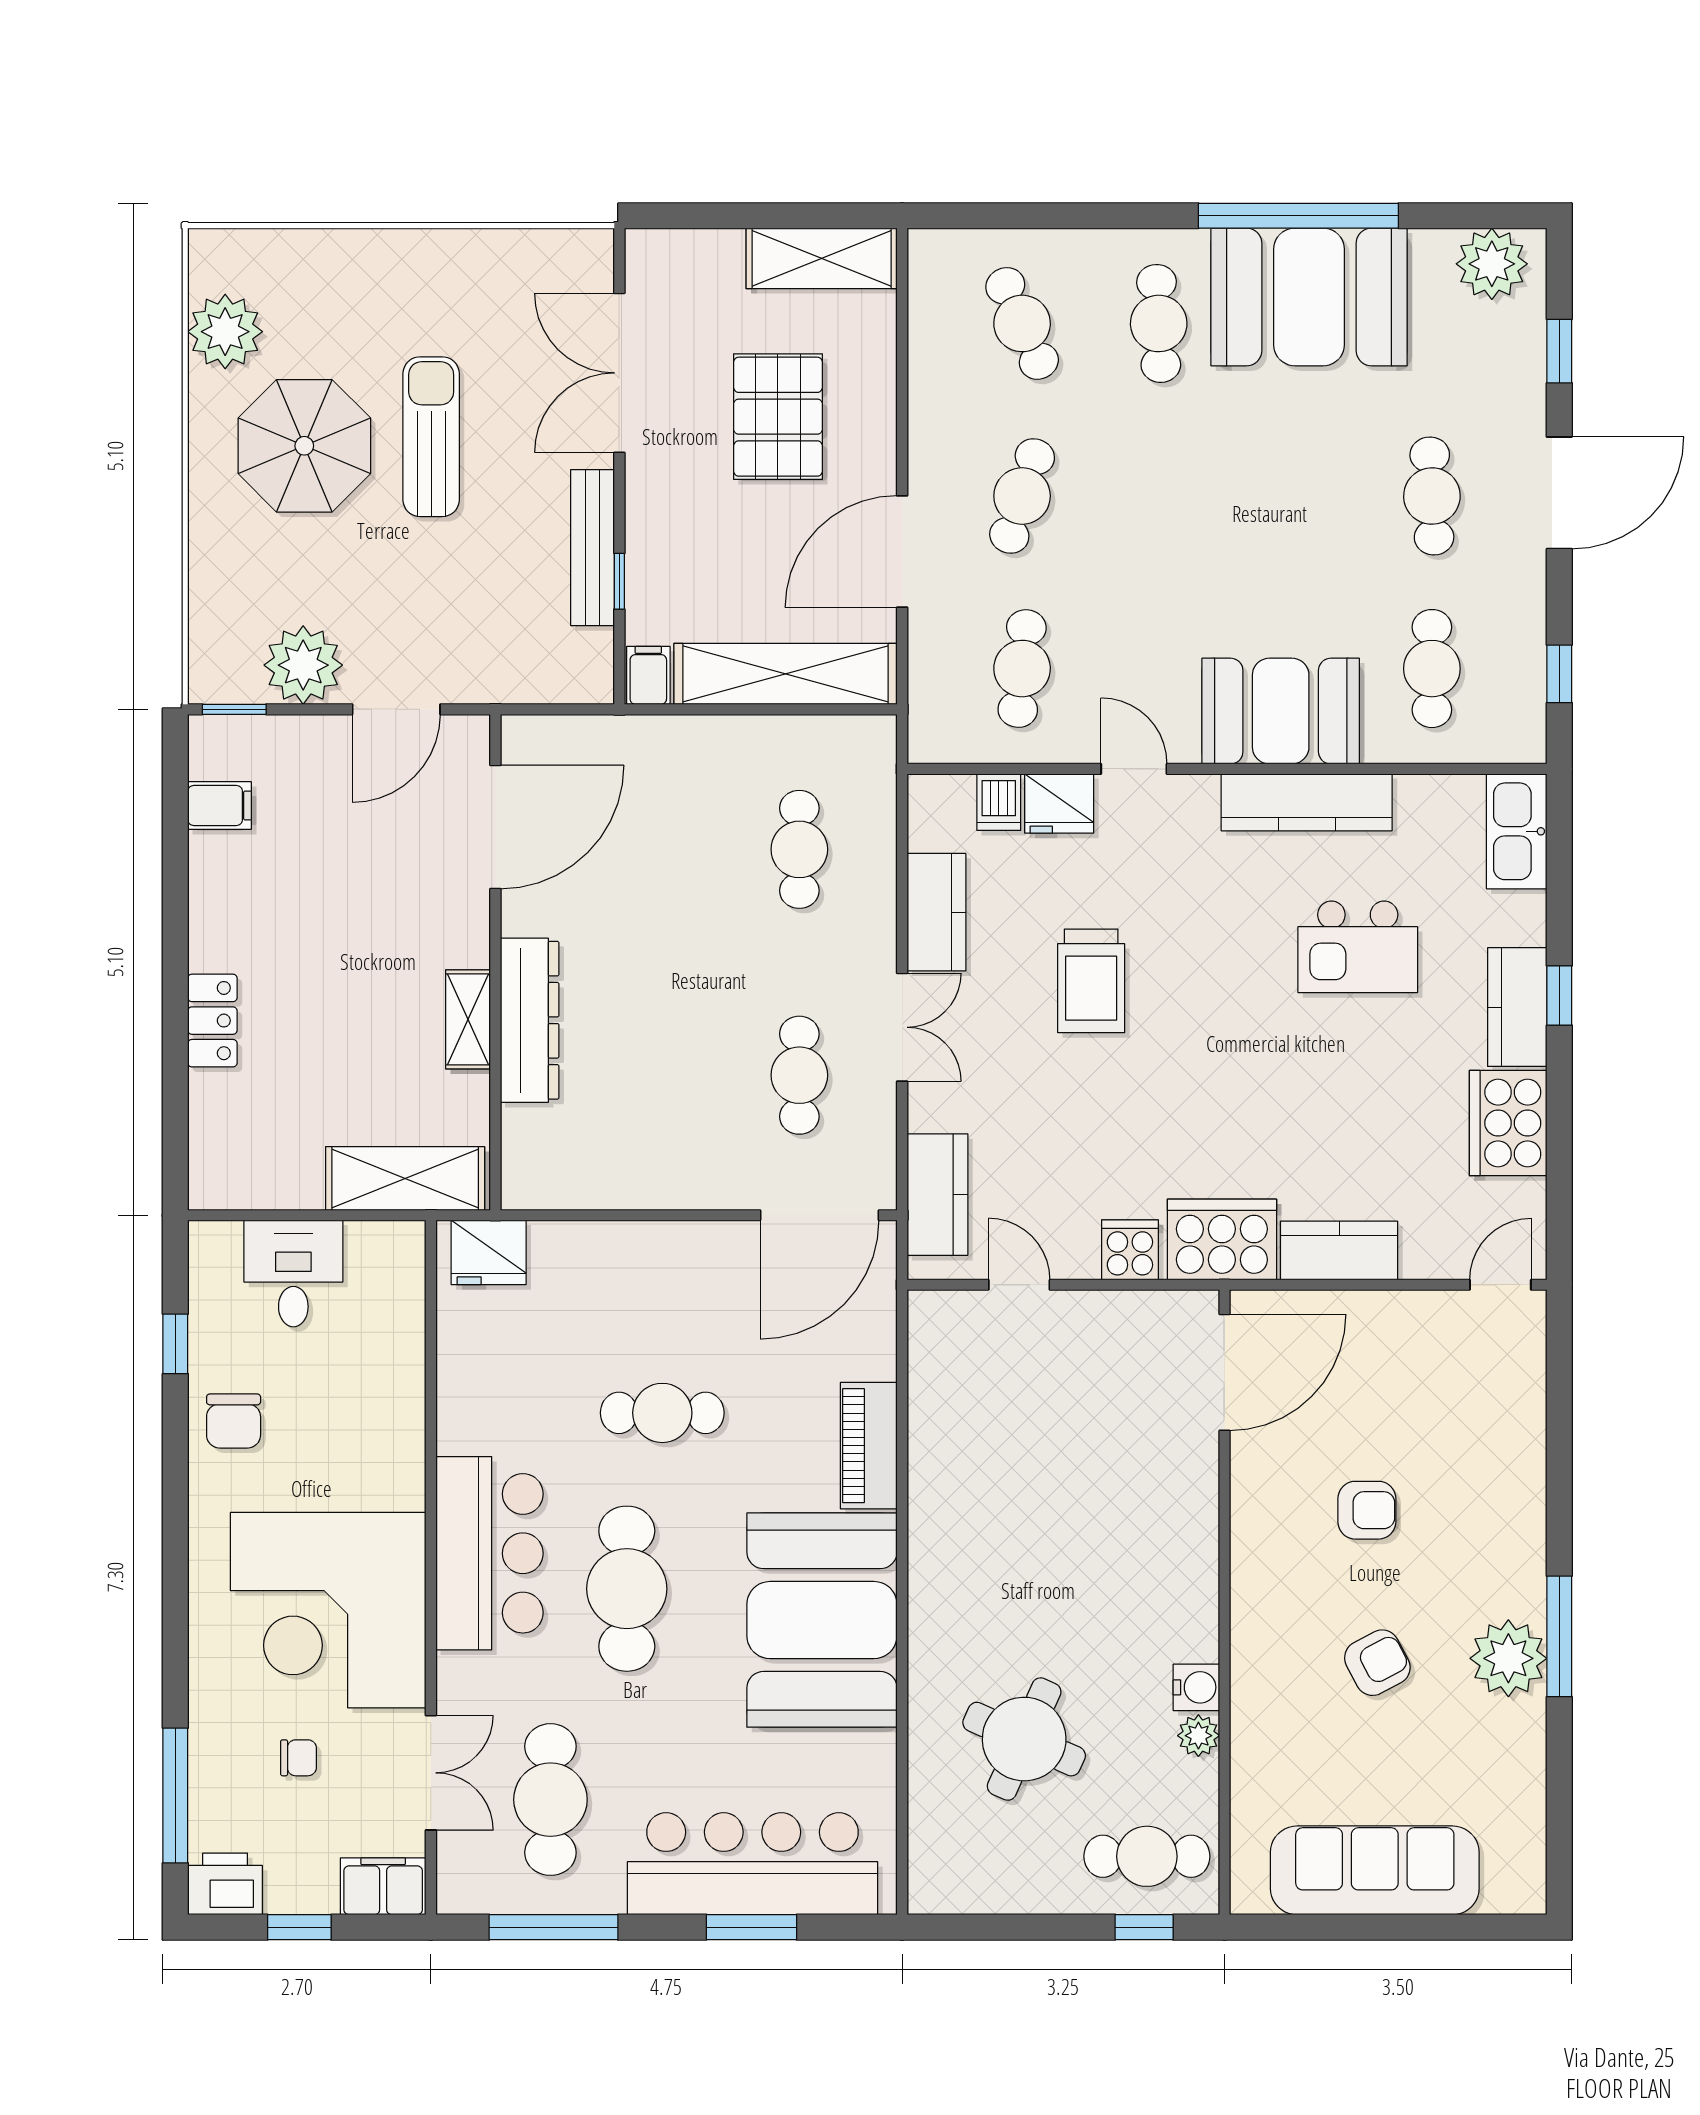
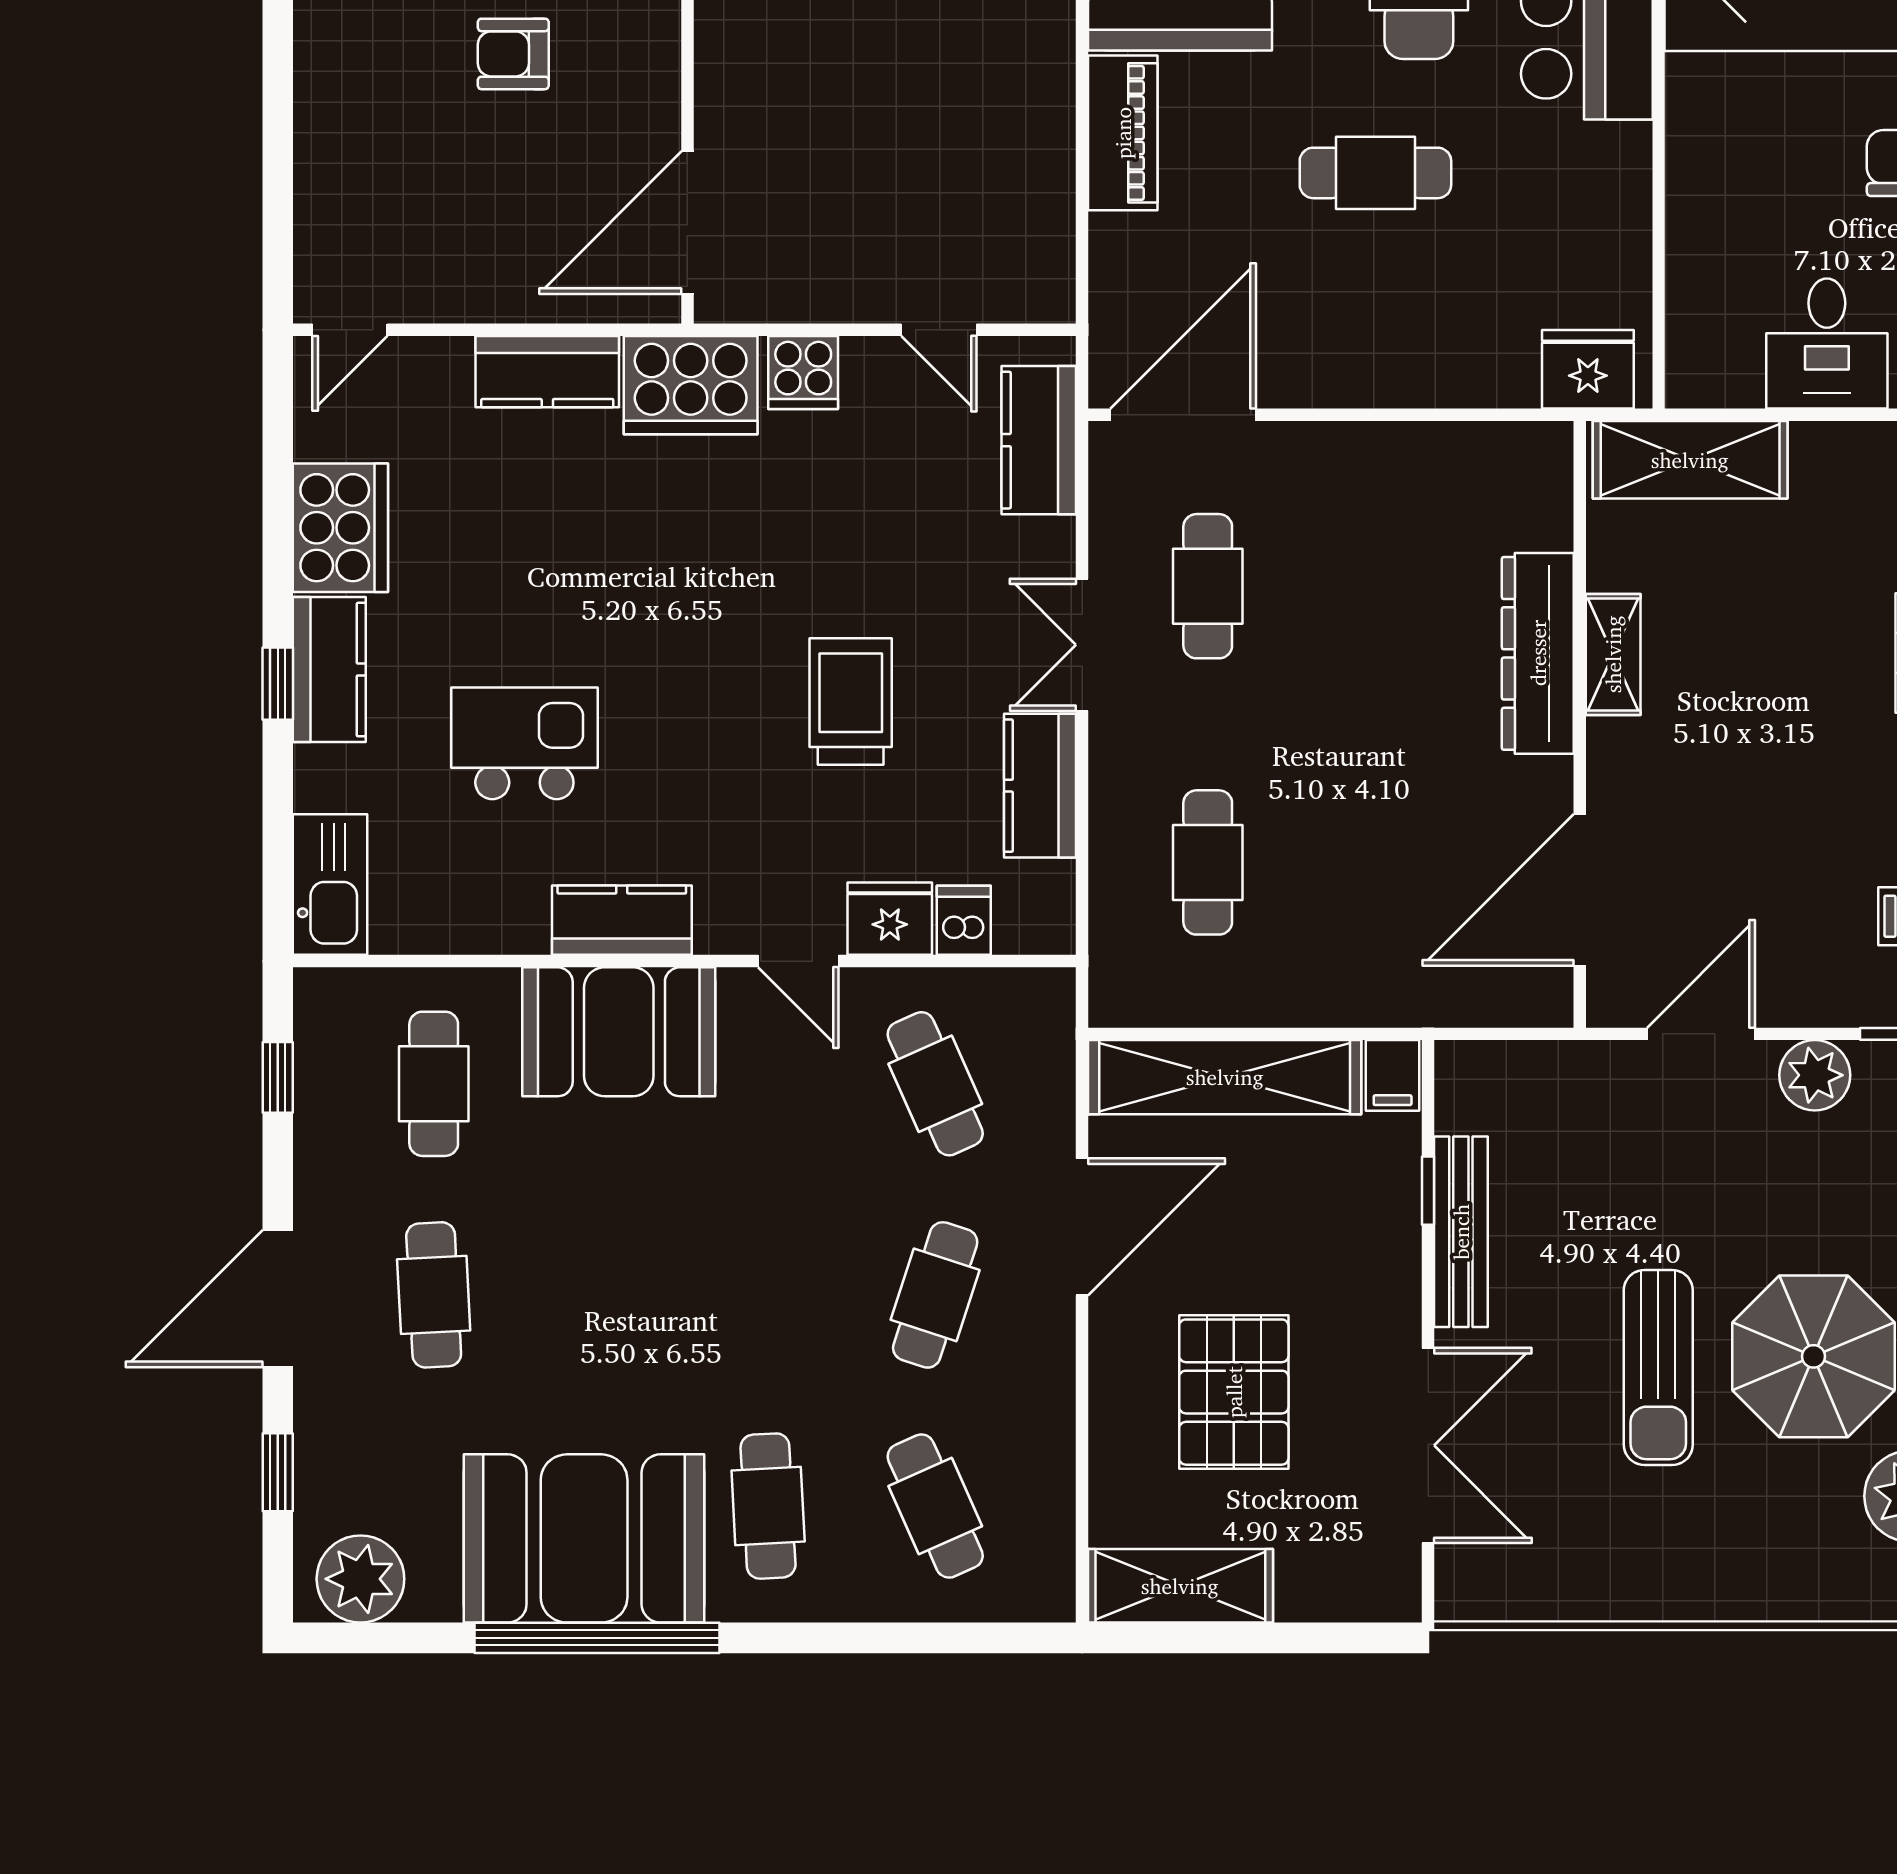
plant: (303, 665) -> (1815, 1075), width x0.73, depth x0.73
cafe table: (1022, 669) -> (935, 1084), turned -30
kitchen counter: (1307, 802) -> (622, 920), width x0.67

